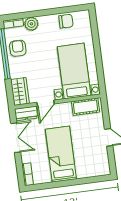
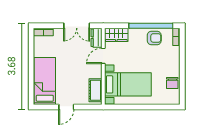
plant: (31, 24) -> (174, 53), removed
door: (46, 103) -> (103, 56), hinge flipped
bed: (61, 154) -> (45, 81), moved, turned -90

